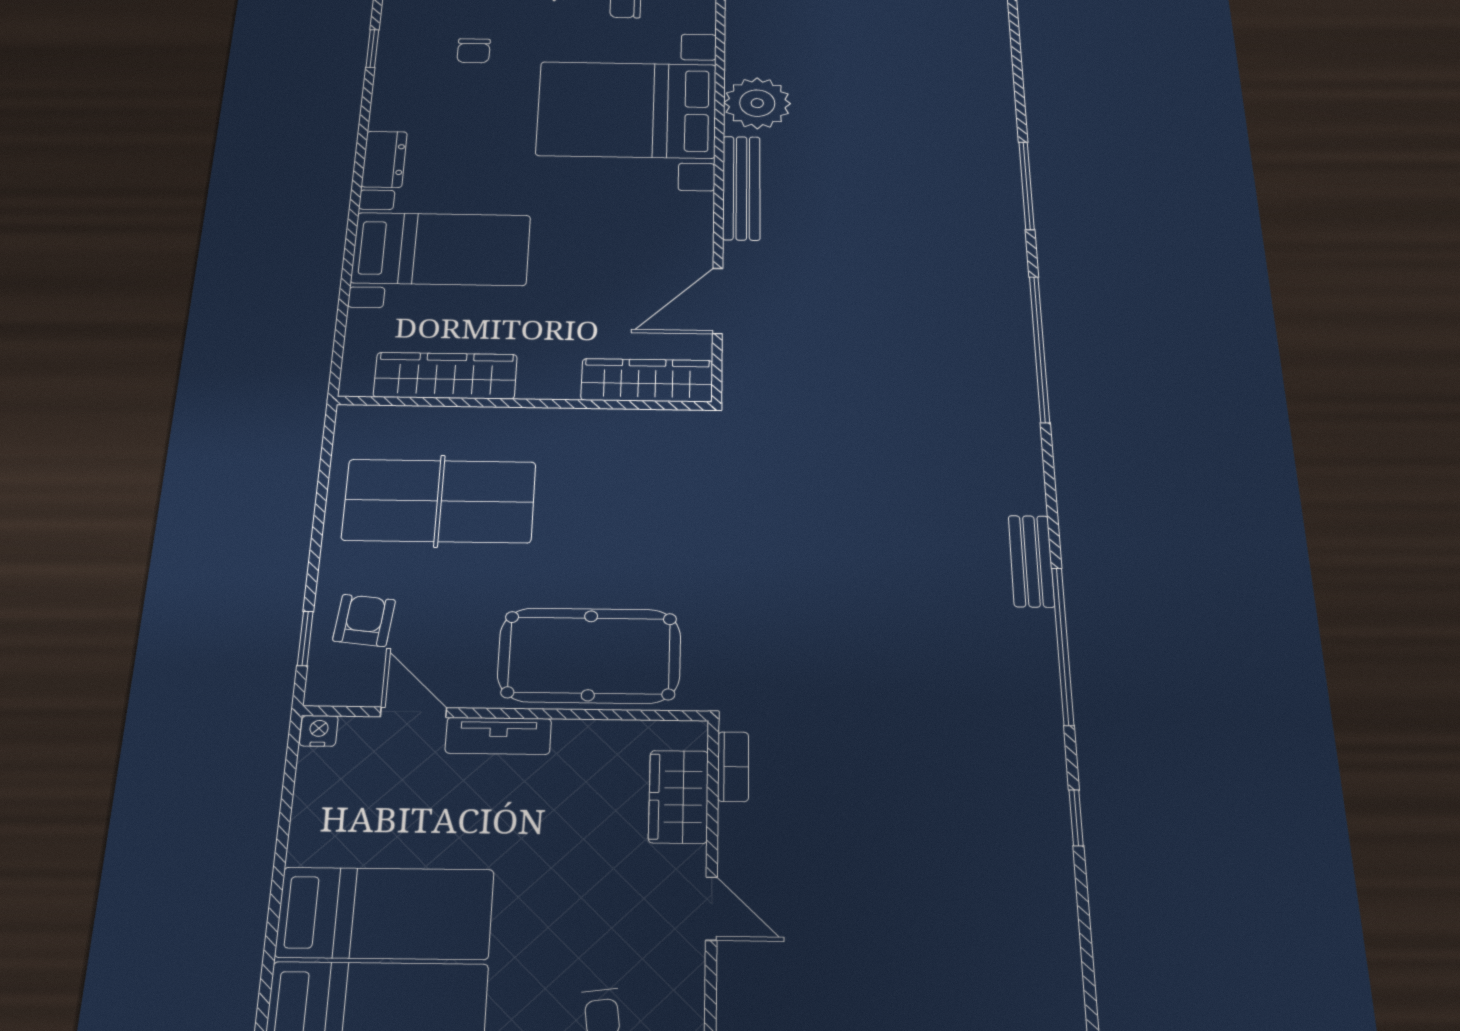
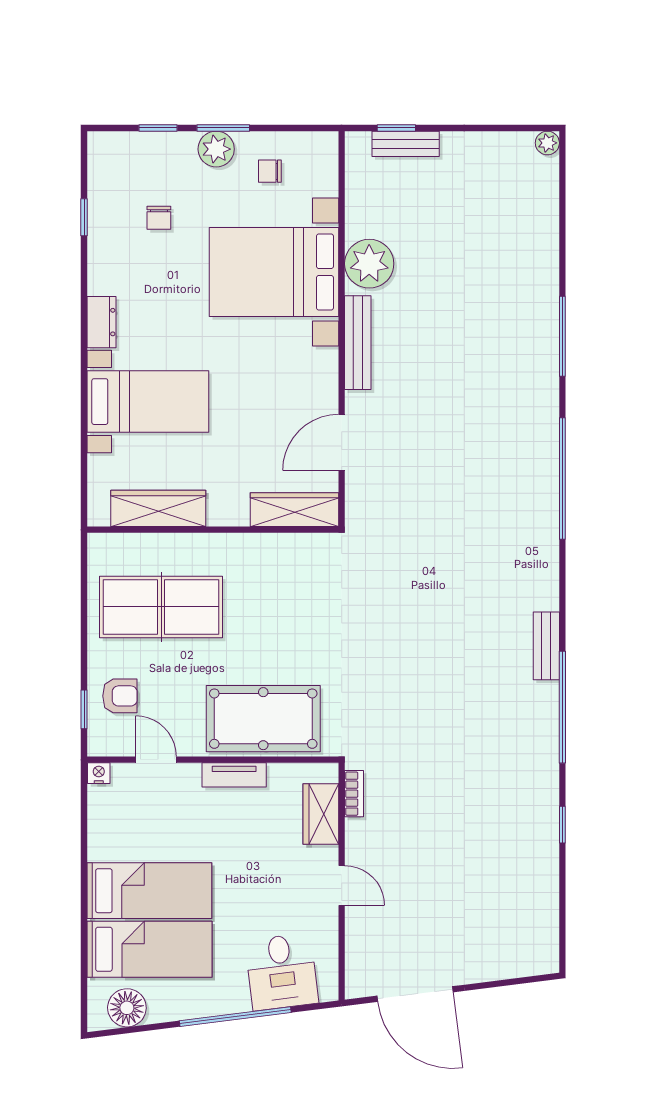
armchair: (364, 620) -> (120, 696), turned 84
tv unit: (498, 736) -> (234, 775), moved

